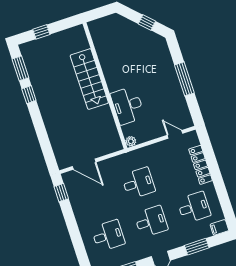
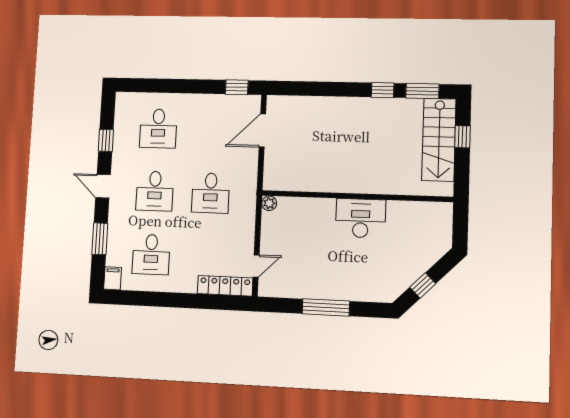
stairs: (89, 79) -> (439, 140), moved, turned -90
desk: (128, 106) -> (361, 218), moved
locker: (201, 165) -> (225, 286), moved

